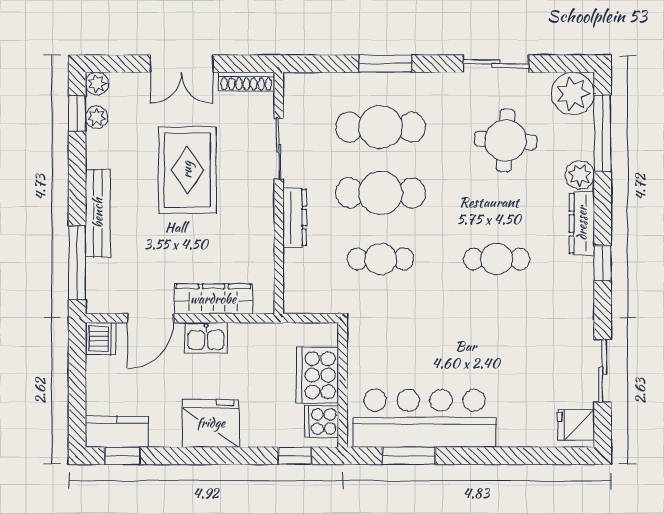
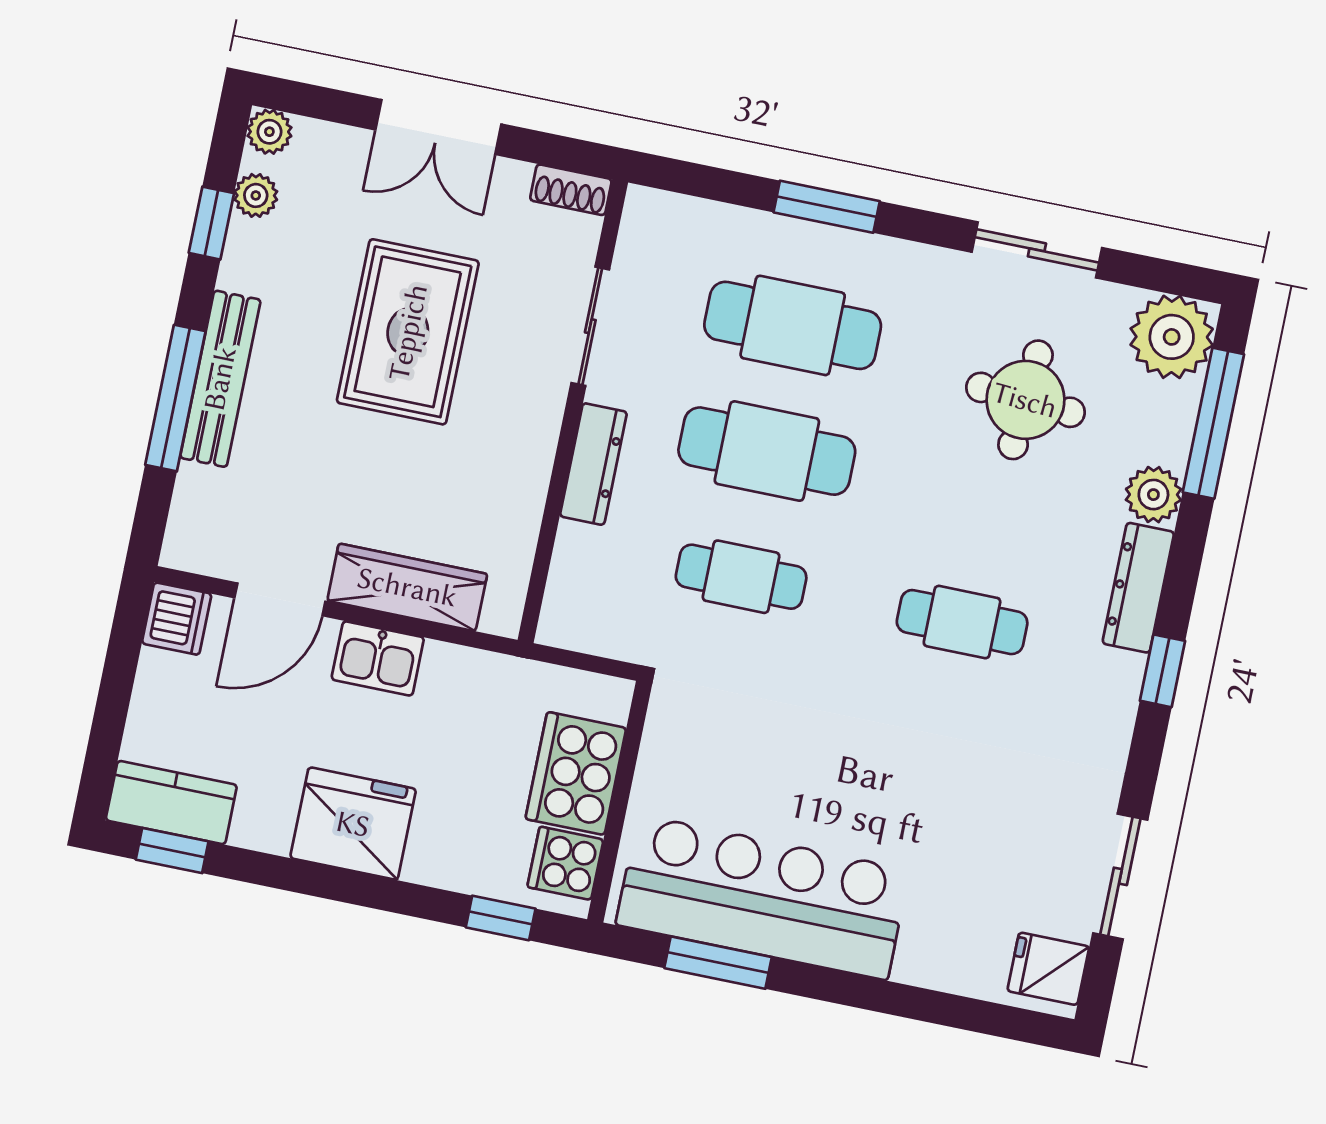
shoe rack: (246, 82) -> (571, 190), width x0.70
window: (77, 113) -> (211, 223), moved
window: (77, 263) -> (175, 398), moved

